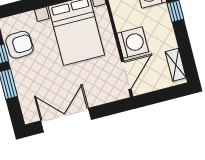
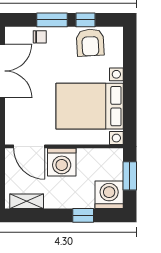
chair: (26, 91) -> (40, 37), added

